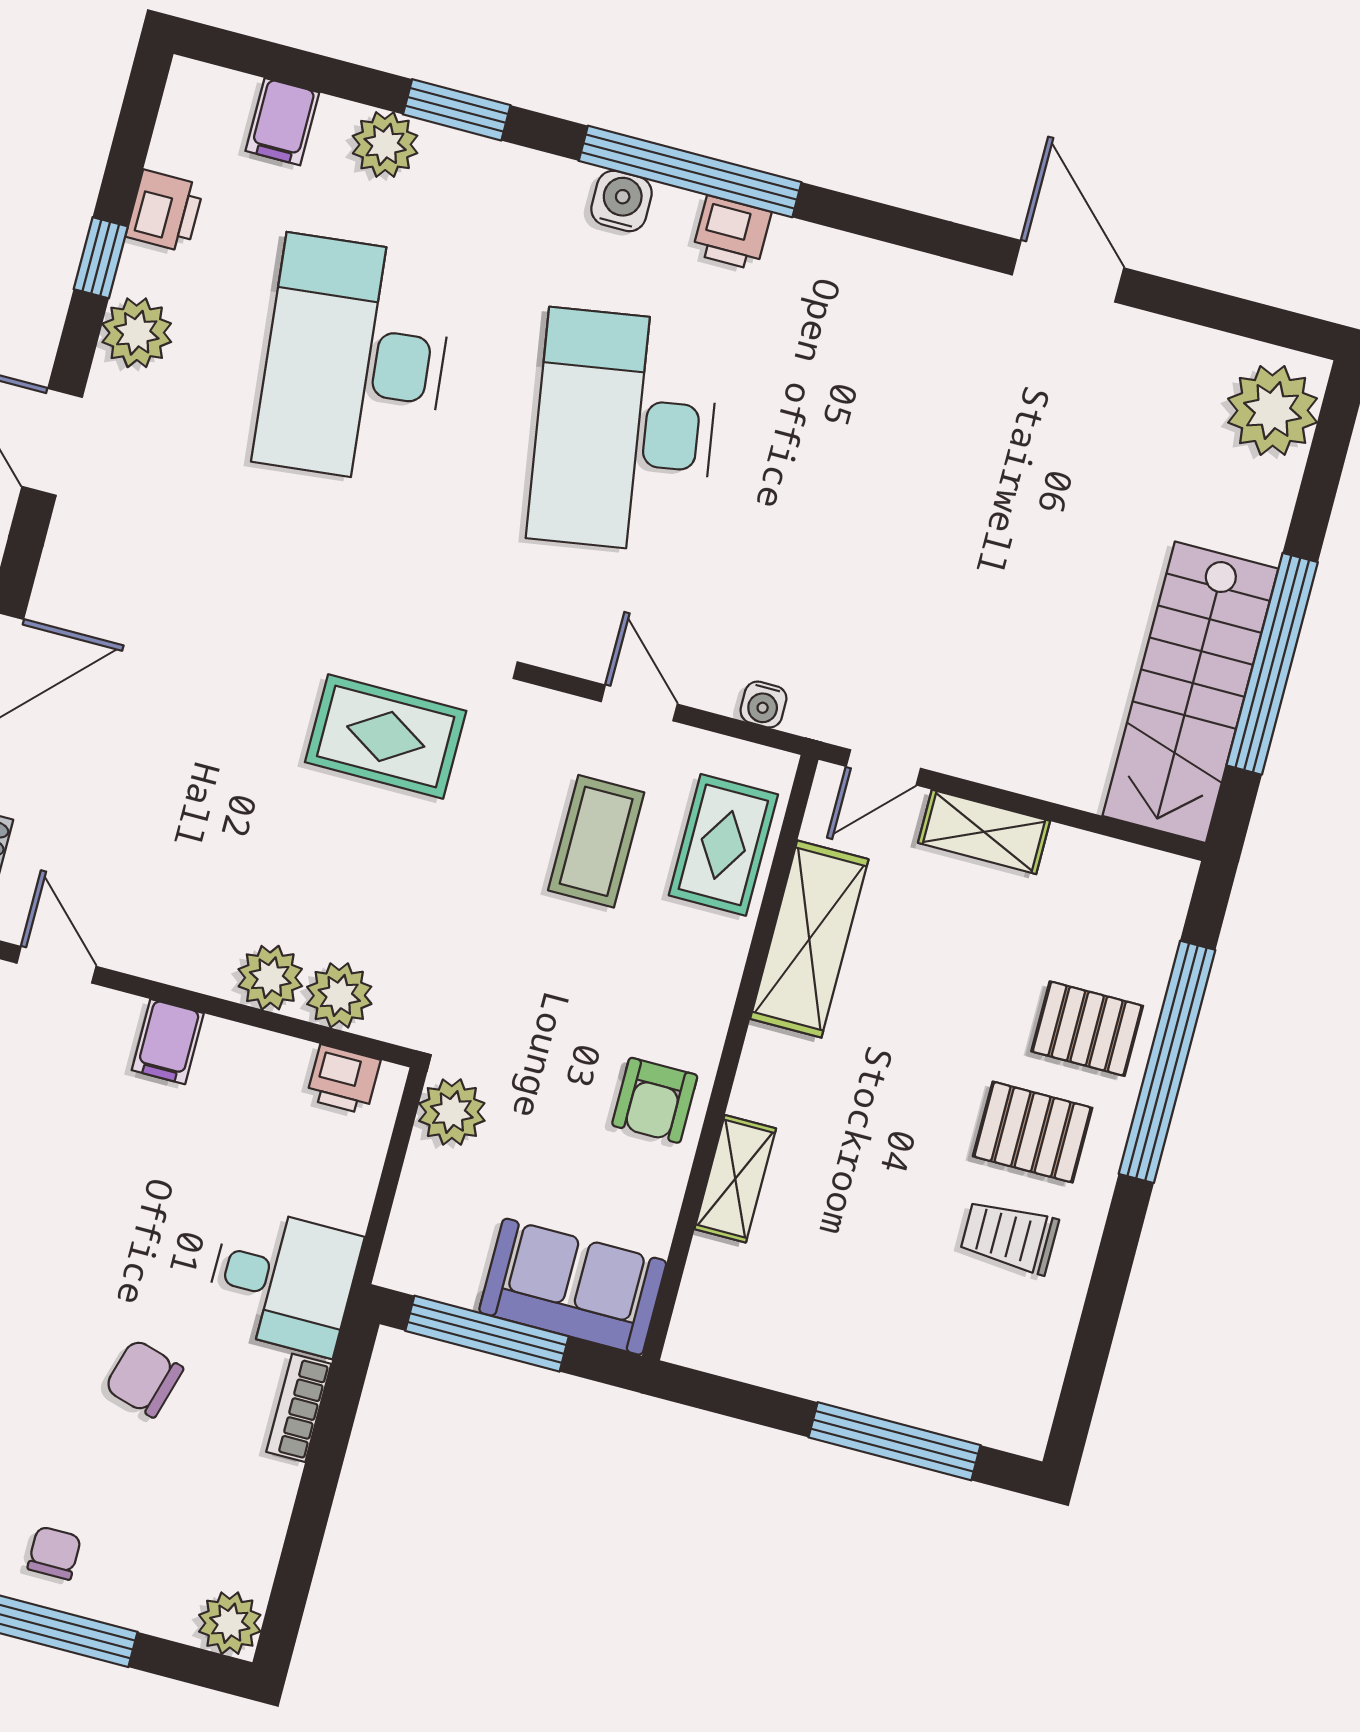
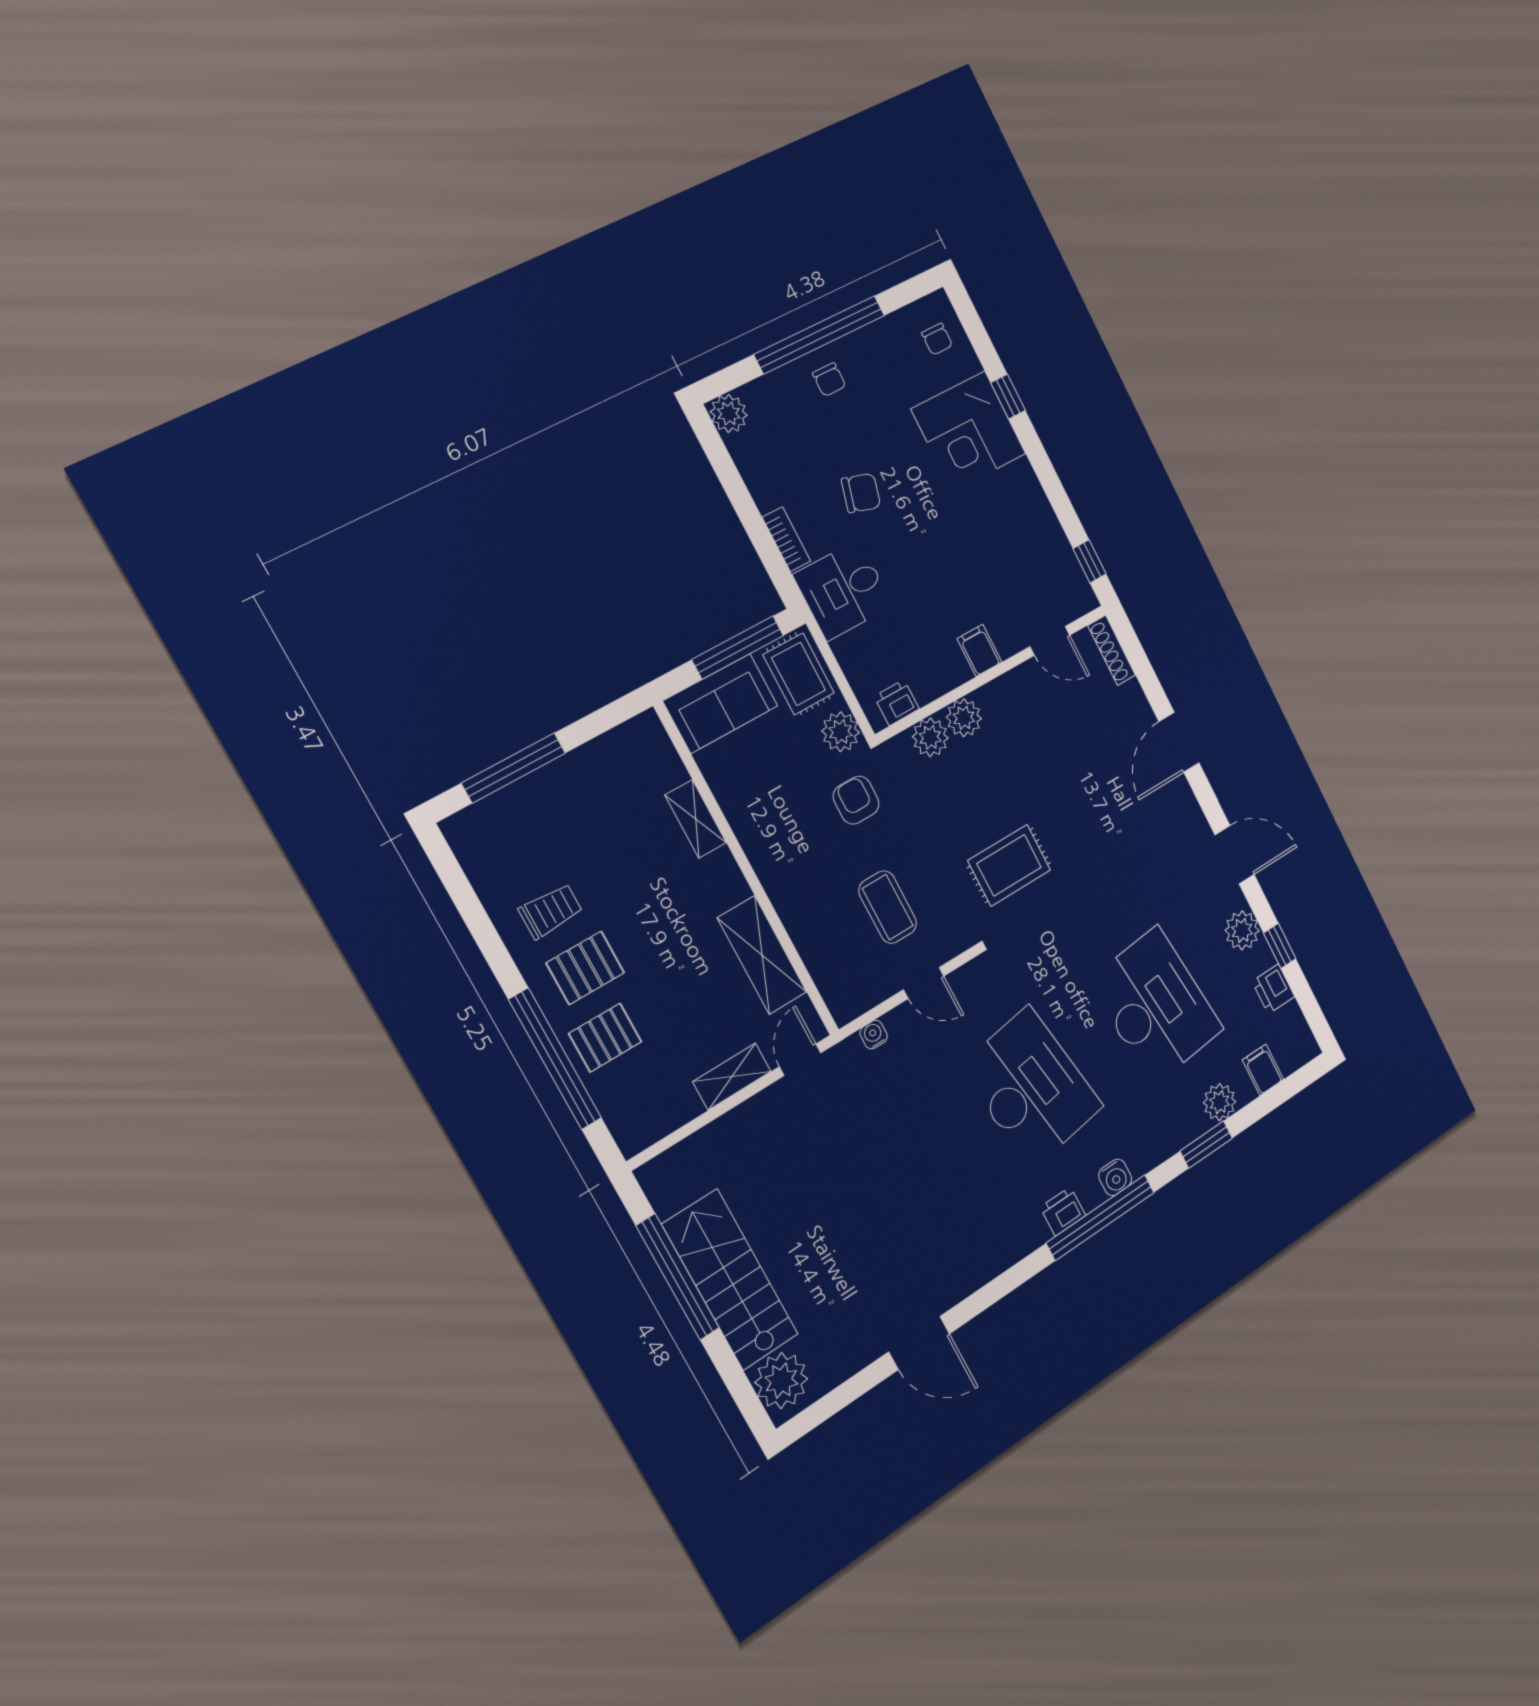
stairs: (1190, 692) -> (730, 1280), moved
rug: (723, 845) -> (799, 674), moved
armchair: (655, 1100) -> (856, 800), moved

